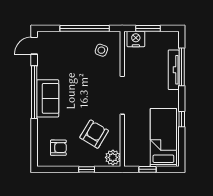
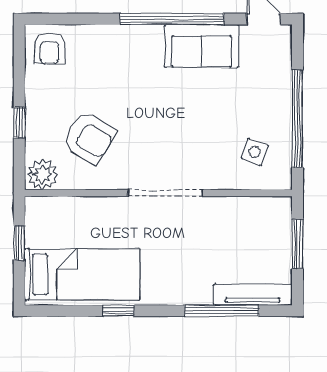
nightstand: (136, 39) -> (277, 220), removed
tv unit: (174, 70) -> (253, 295), moved
sofa: (48, 98) -> (202, 46), moved
armchair: (58, 148) -> (50, 48), moved

